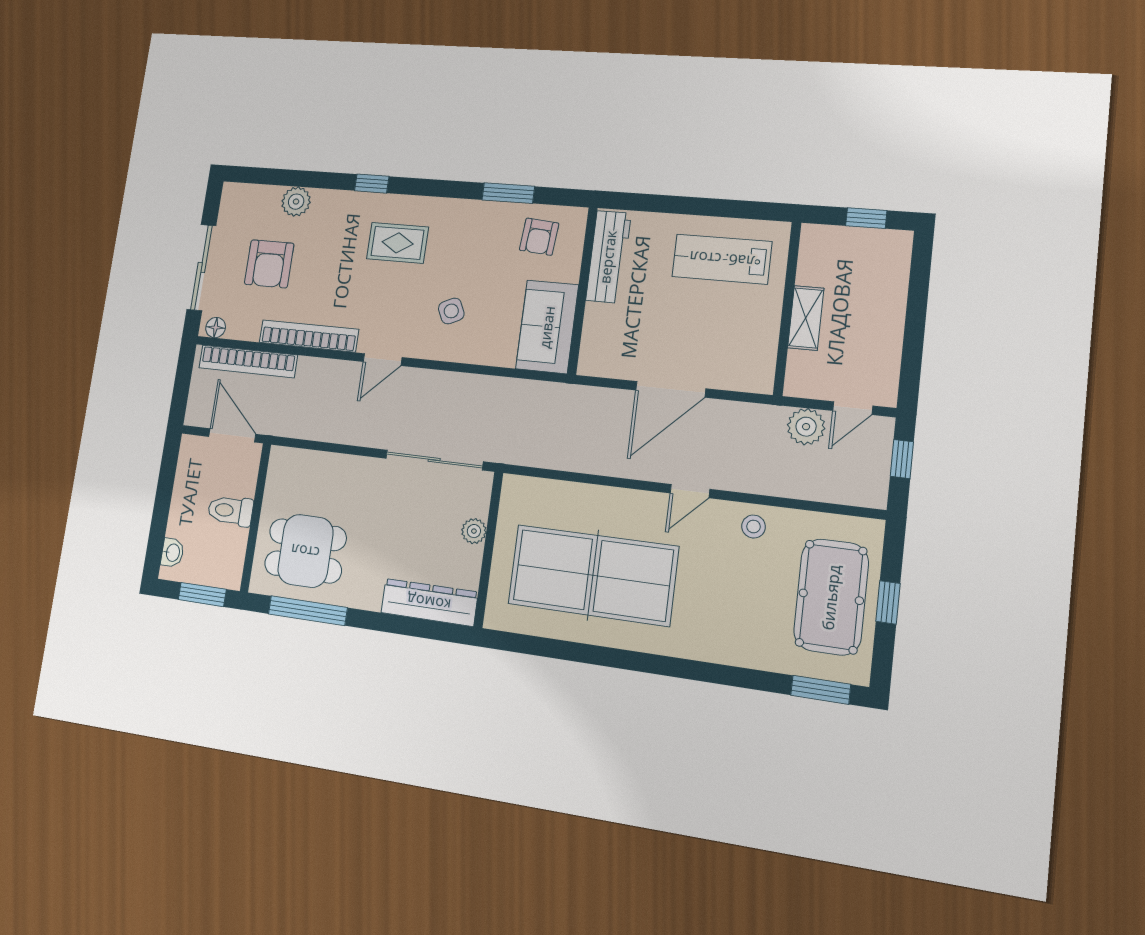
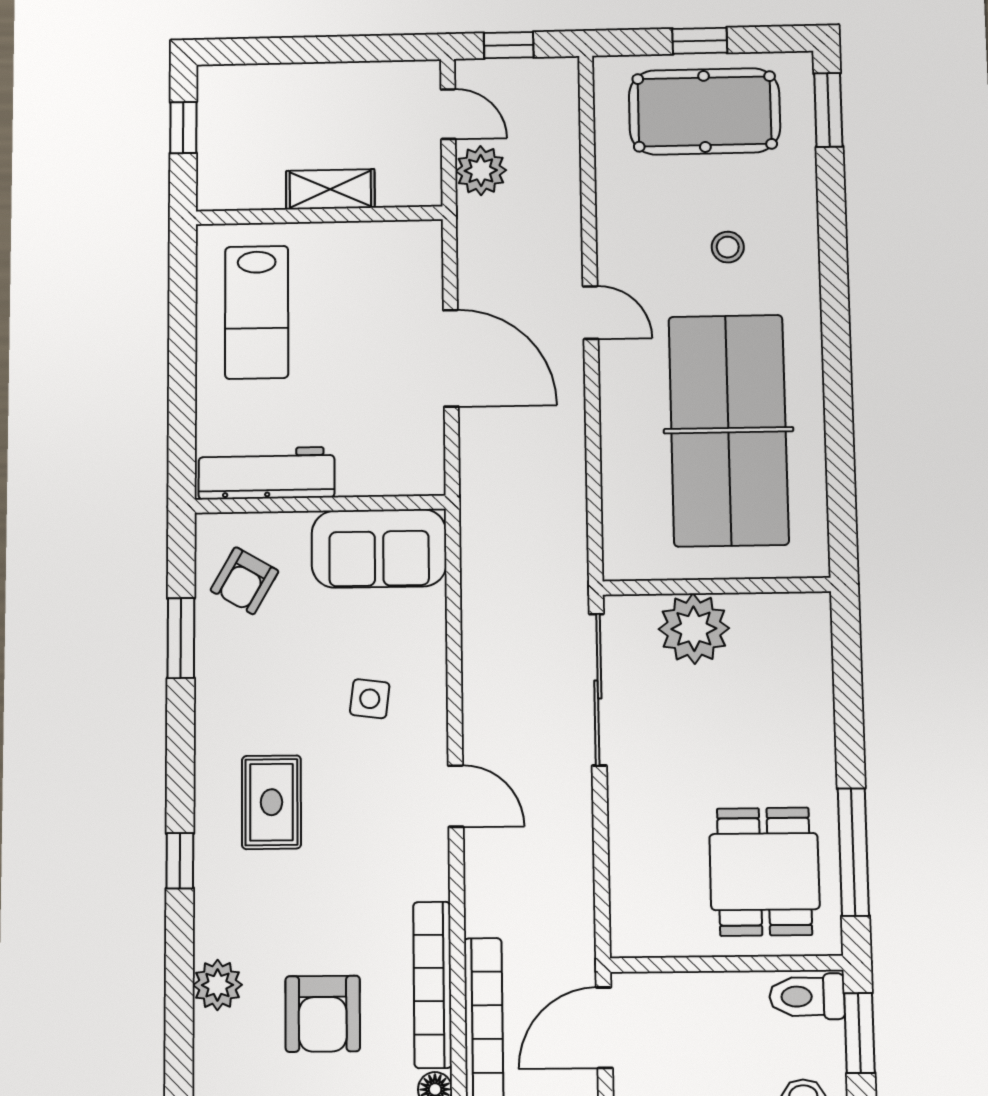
armchair: (539, 237) -> (244, 581), turned 115
armchair: (269, 264) -> (323, 1014), turned 90
side table: (451, 311) -> (370, 699), turned 32
bookcase: (309, 336) -> (432, 985), moved
toilet: (230, 511) -> (807, 996), moved, turned 90
stool: (754, 527) -> (728, 247), moved
plant: (474, 531) -> (694, 629), width x1.87, depth x1.87
dresser: (429, 602) -> (808, 663), removed

